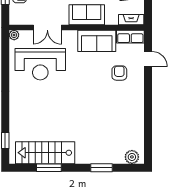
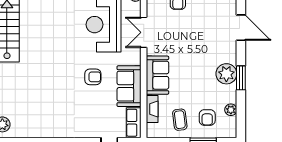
fireplace: (131, 20) -> (152, 109), moved
armchair: (119, 73) -> (93, 77), moved

